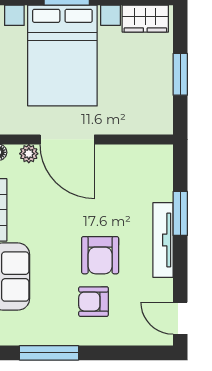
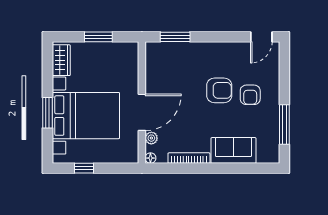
window: (180, 213) -> (175, 37), moved
tv unit: (163, 240) -> (209, 48), removed

